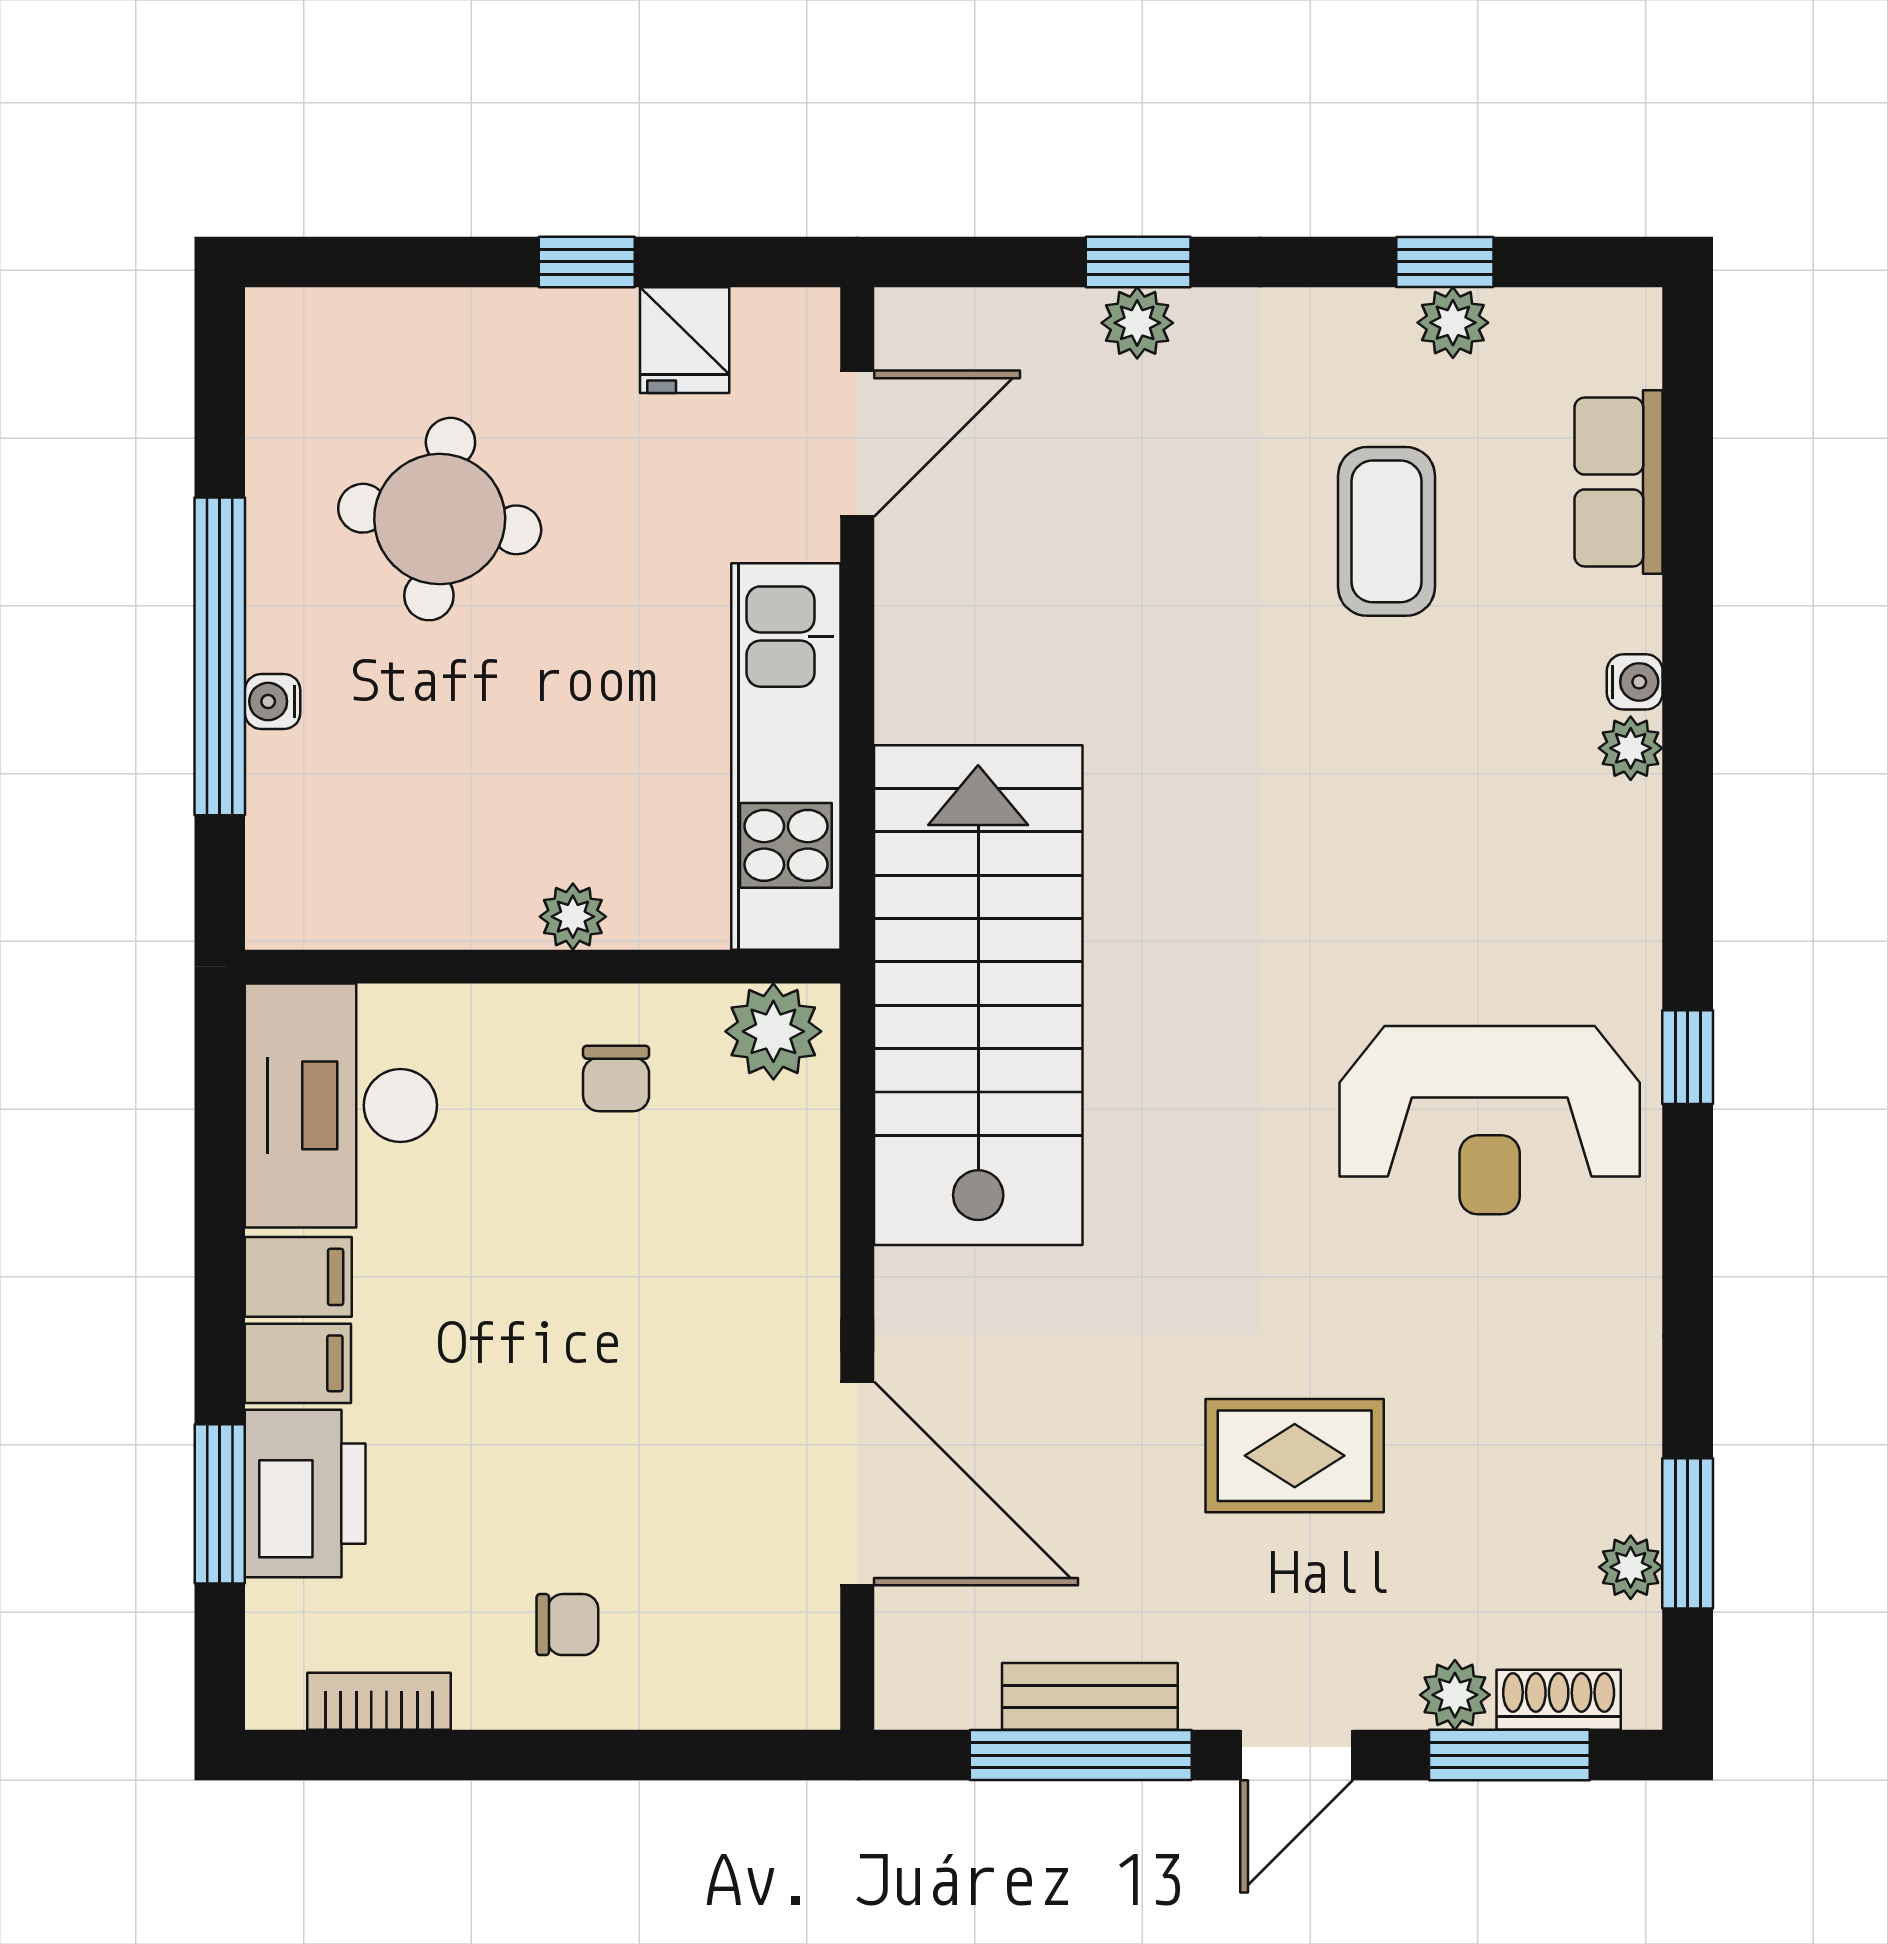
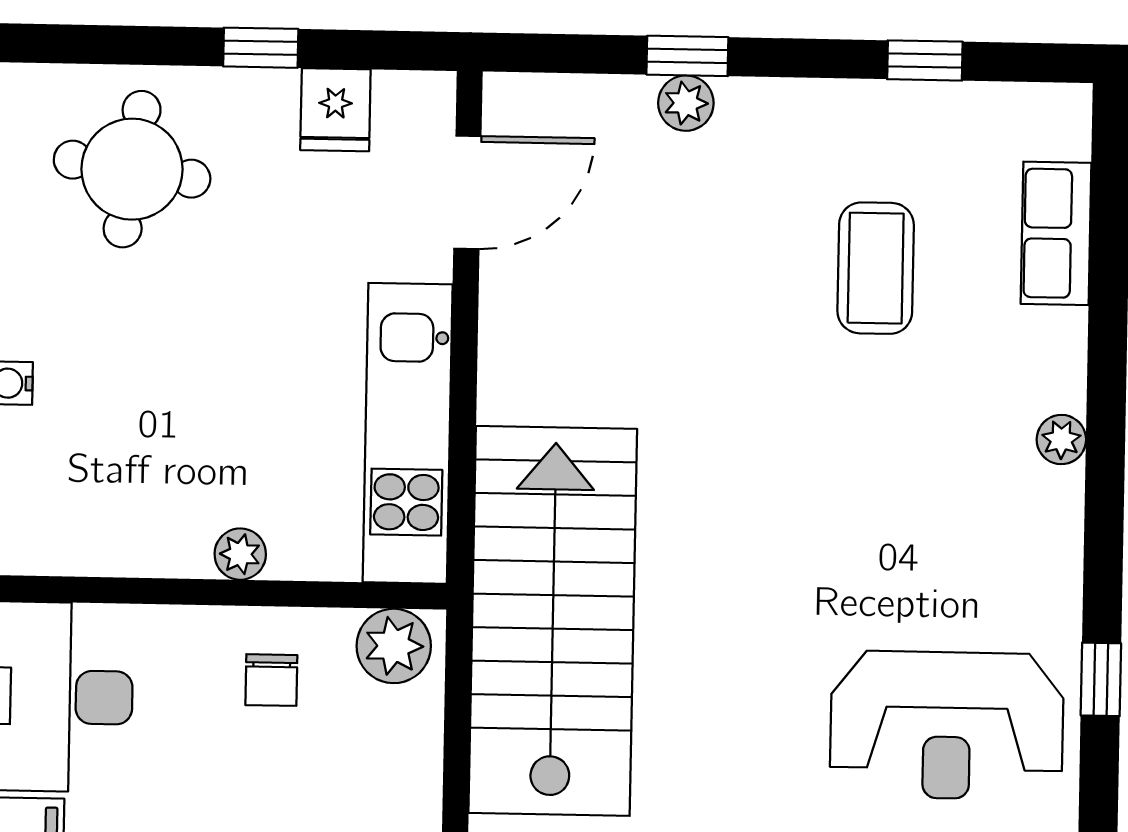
plant: (1453, 323) -> (930, 108), removed
round table: (440, 519) -> (132, 169), moved
water cooler: (1635, 682) -> (1066, 388), removed

